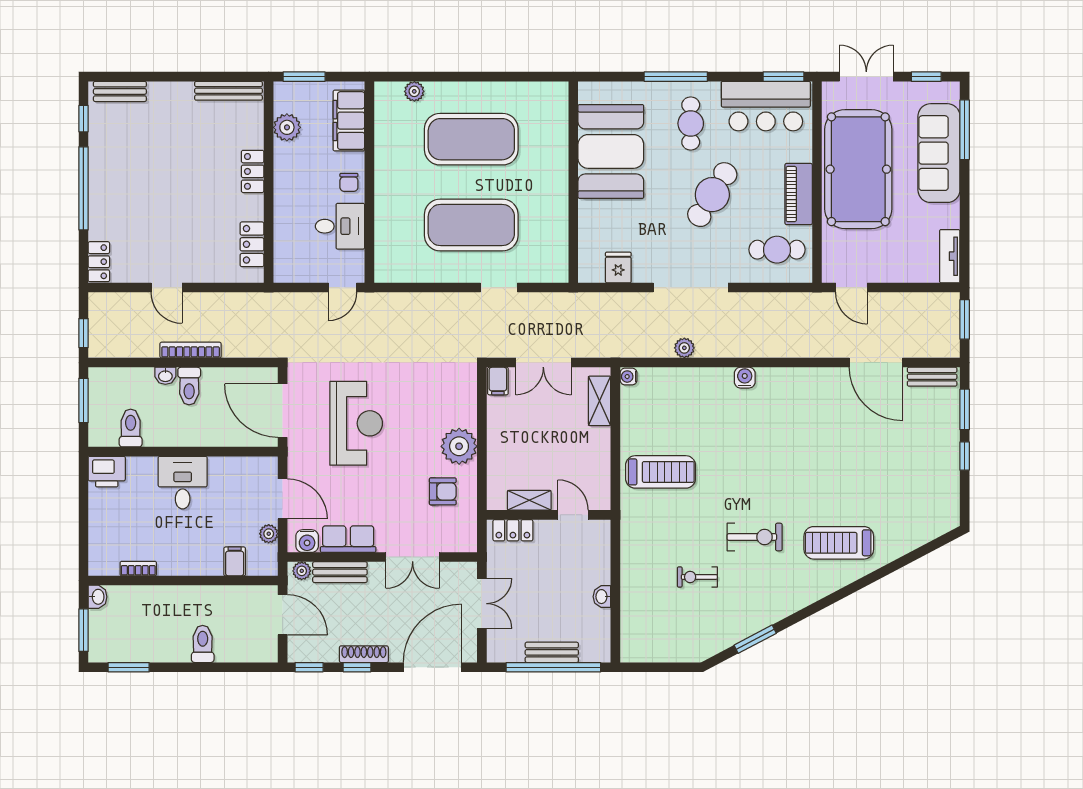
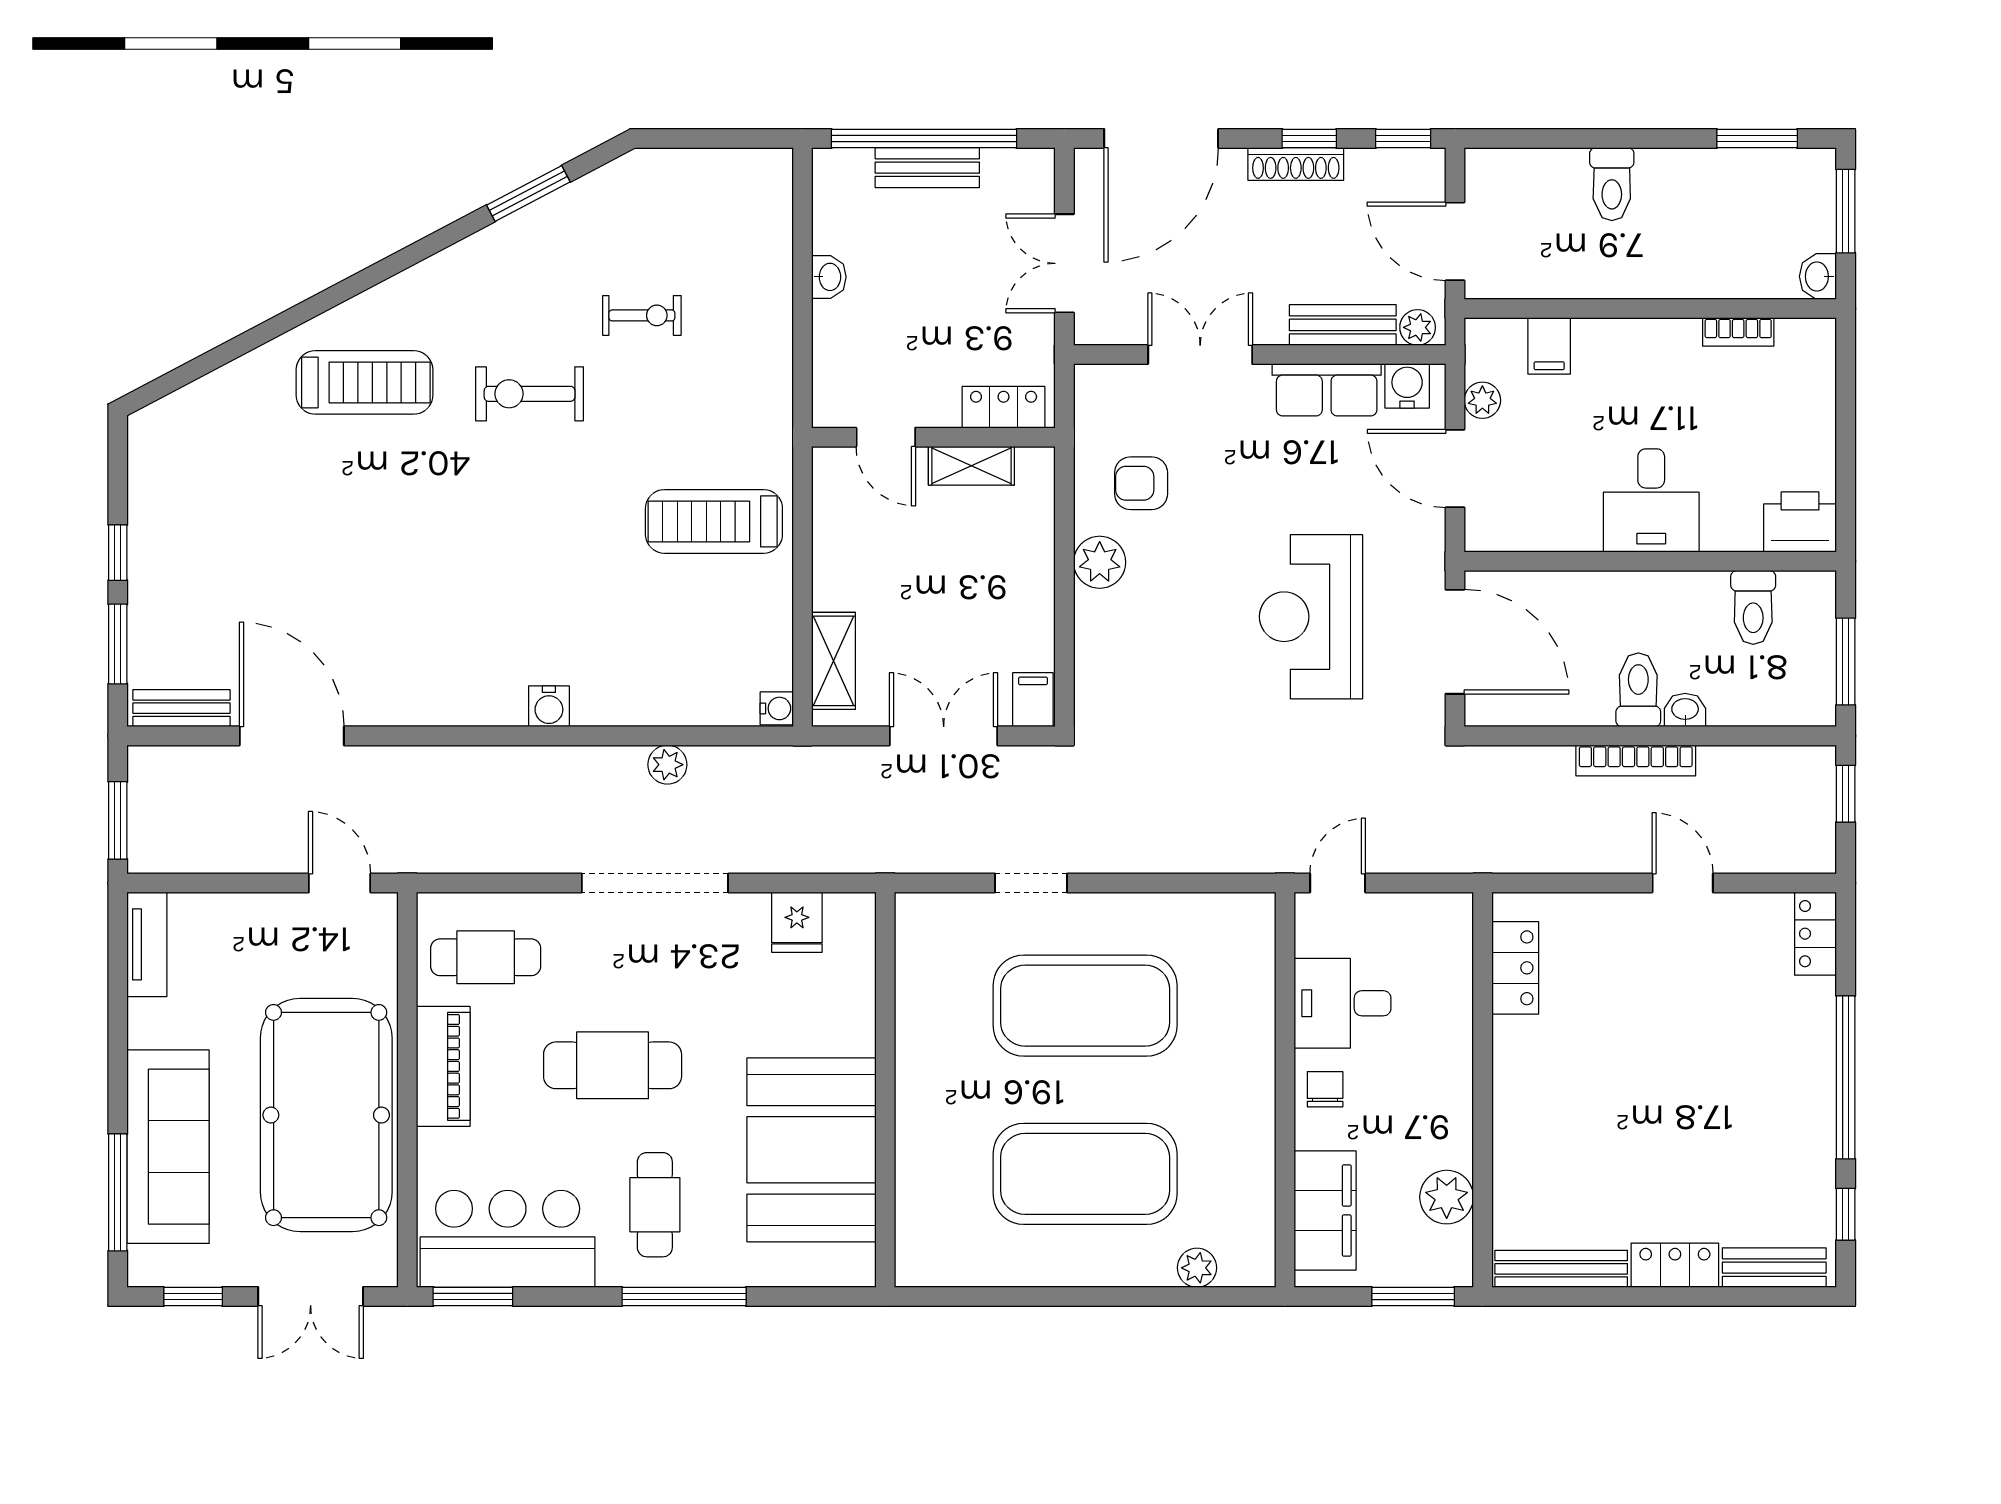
locker: (253, 171) -> (1675, 1265), moved, turned -90
cafe table: (712, 195) -> (613, 1065), turned 58
plant: (459, 446) -> (1100, 562), width x0.73, depth x0.73

